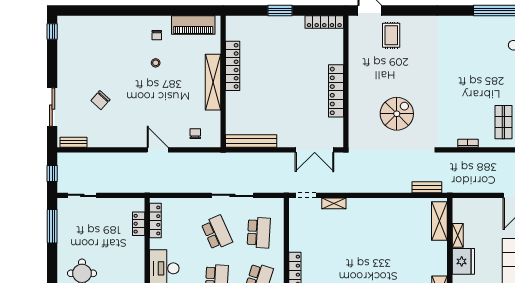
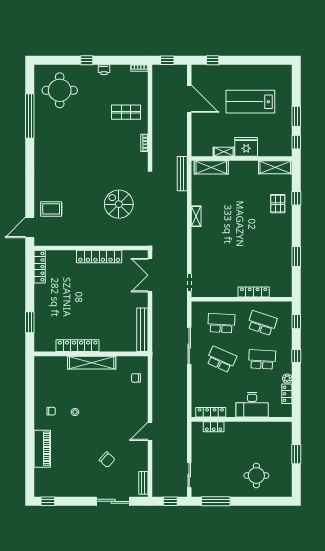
window: (280, 11) -> (30, 322), moved
piano: (193, 25) -> (42, 449), moved
door: (158, 150) -> (150, 431), moved
double door: (315, 150) -> (150, 275), swing flipped
bench: (427, 187) -> (182, 174), width x1.36
shelving: (334, 203) -> (196, 216), moved
school desk: (217, 233) -> (221, 359), turned 48

